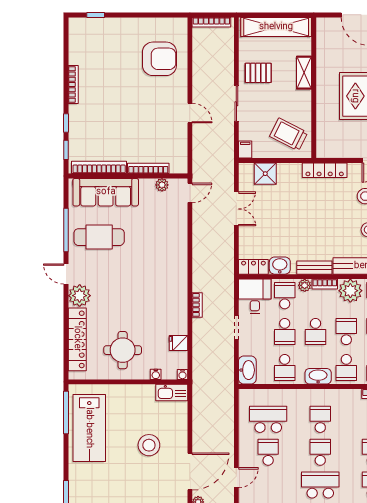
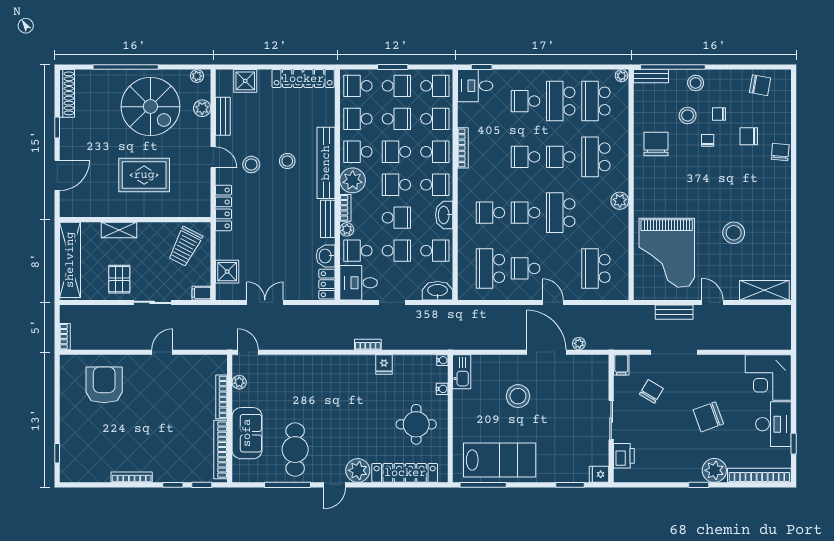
bookcase: (211, 22) -> (65, 337), width x0.64
sofa: (106, 192) -> (247, 433), width x0.73
fridge: (178, 343) -> (384, 365), moved

